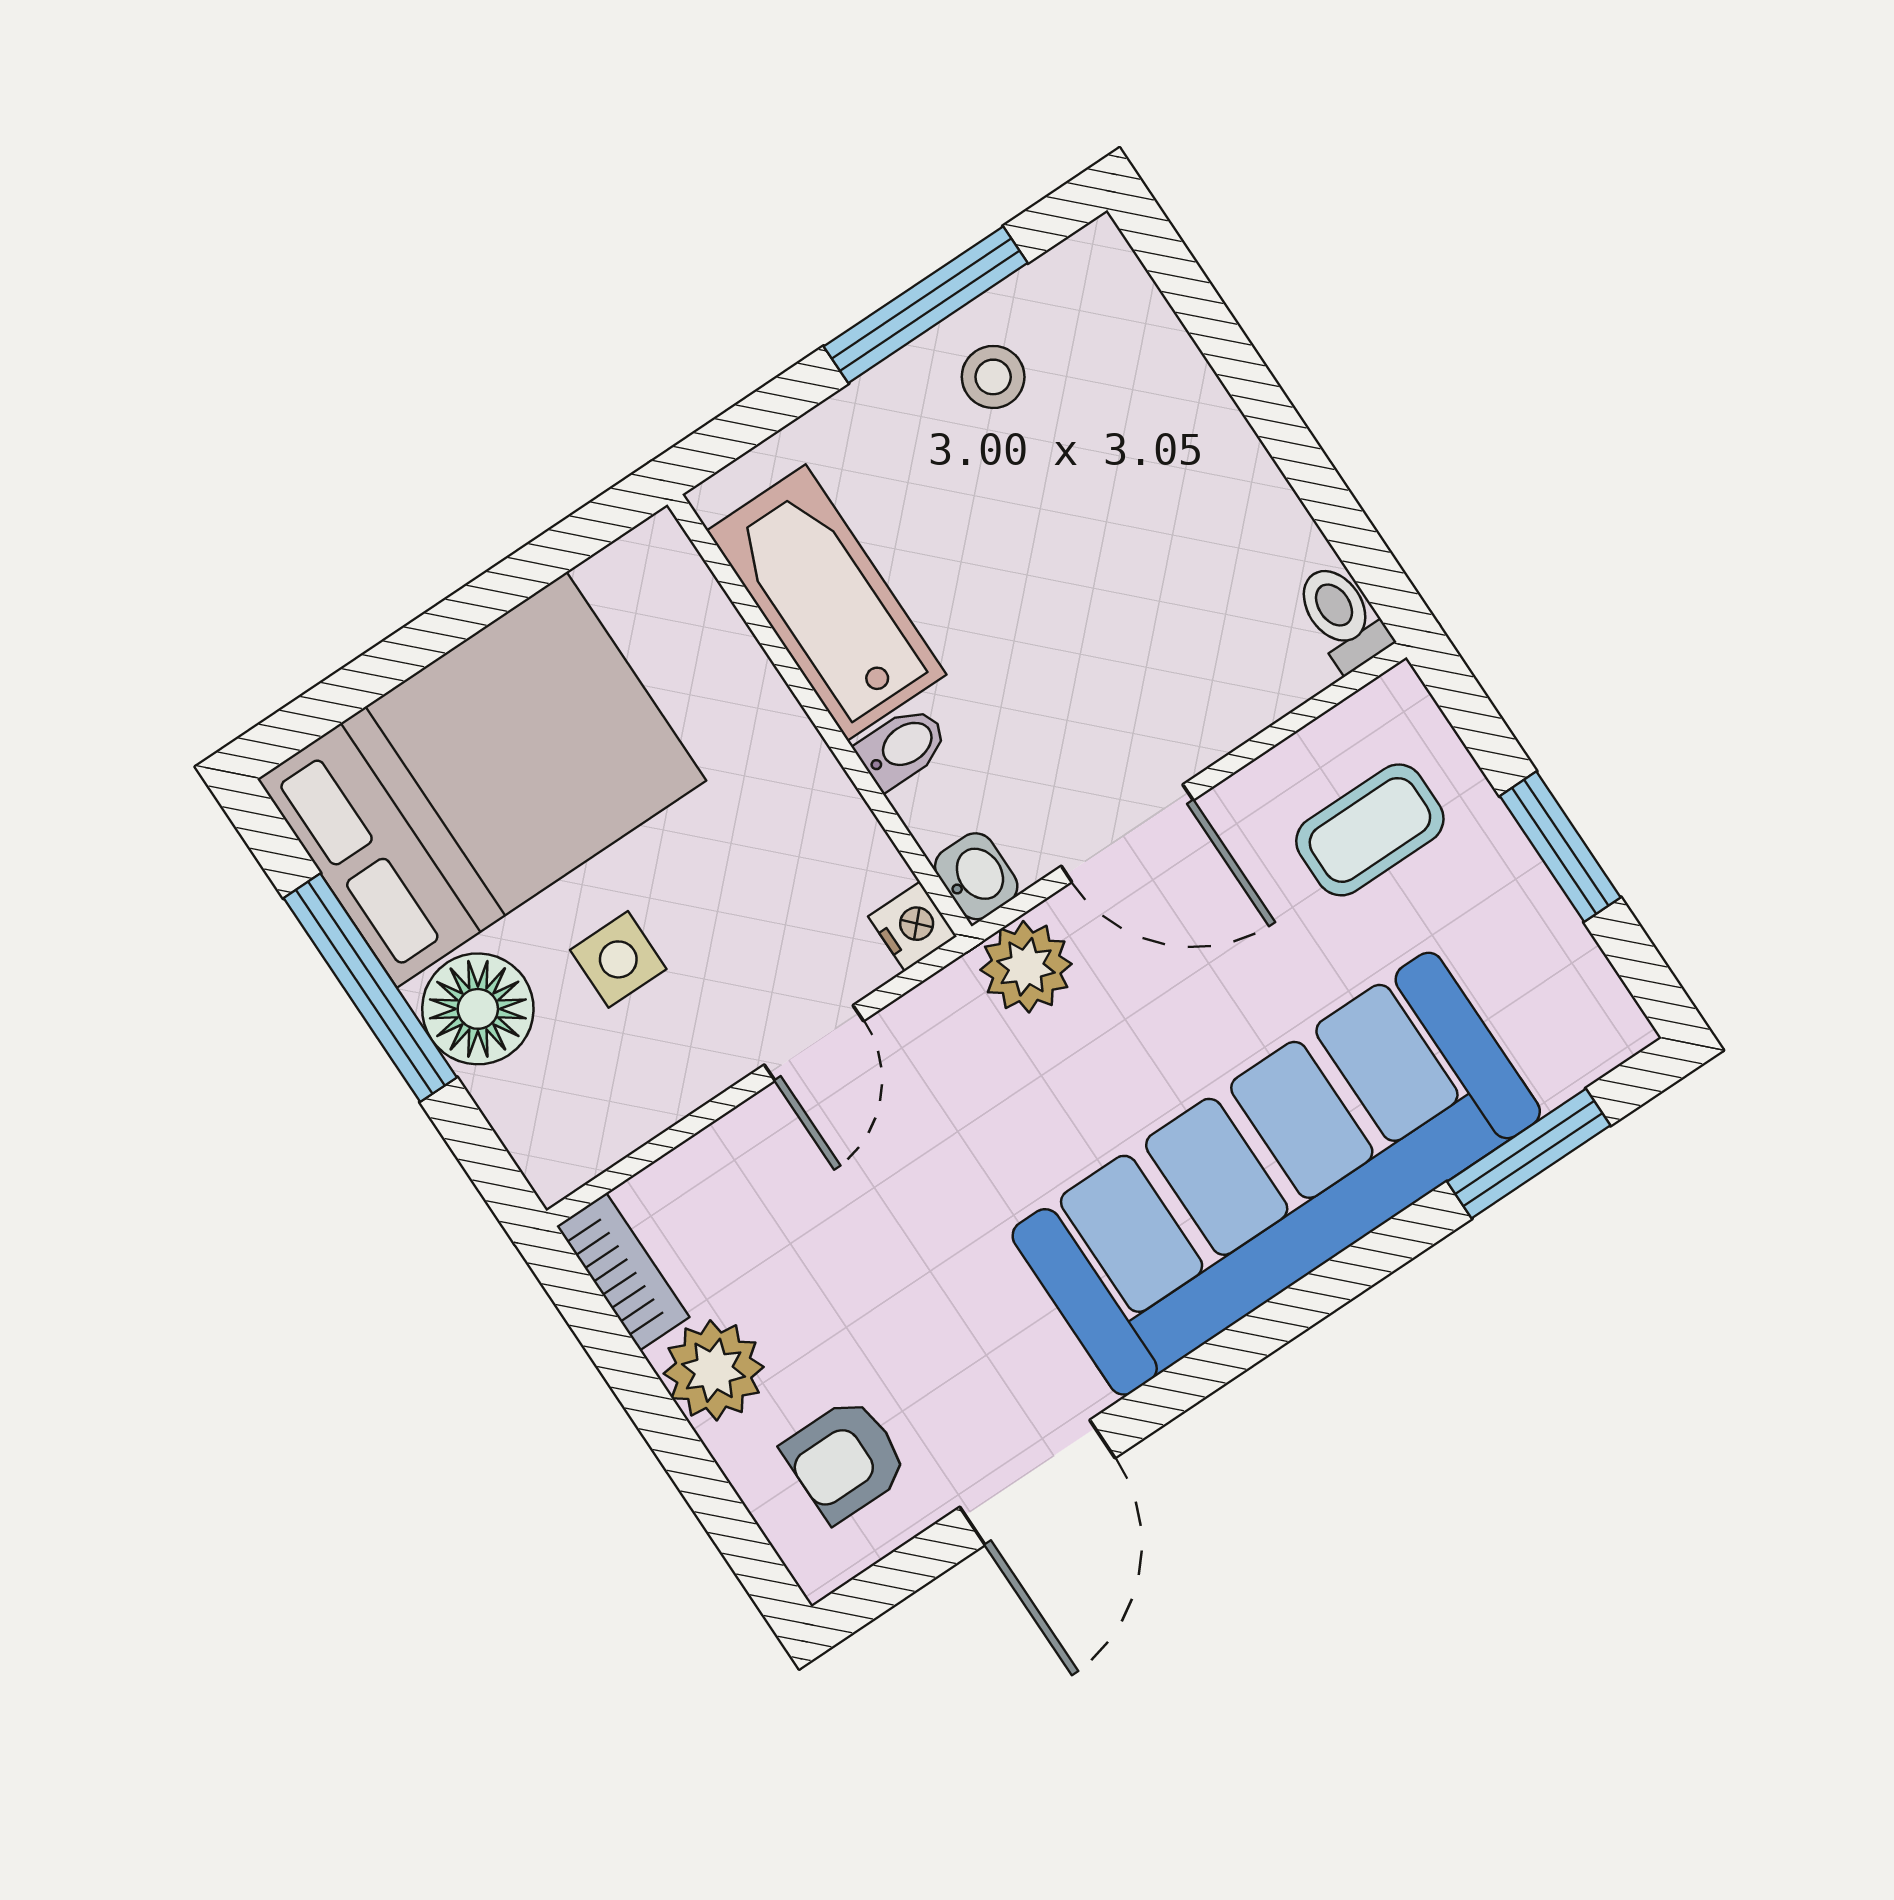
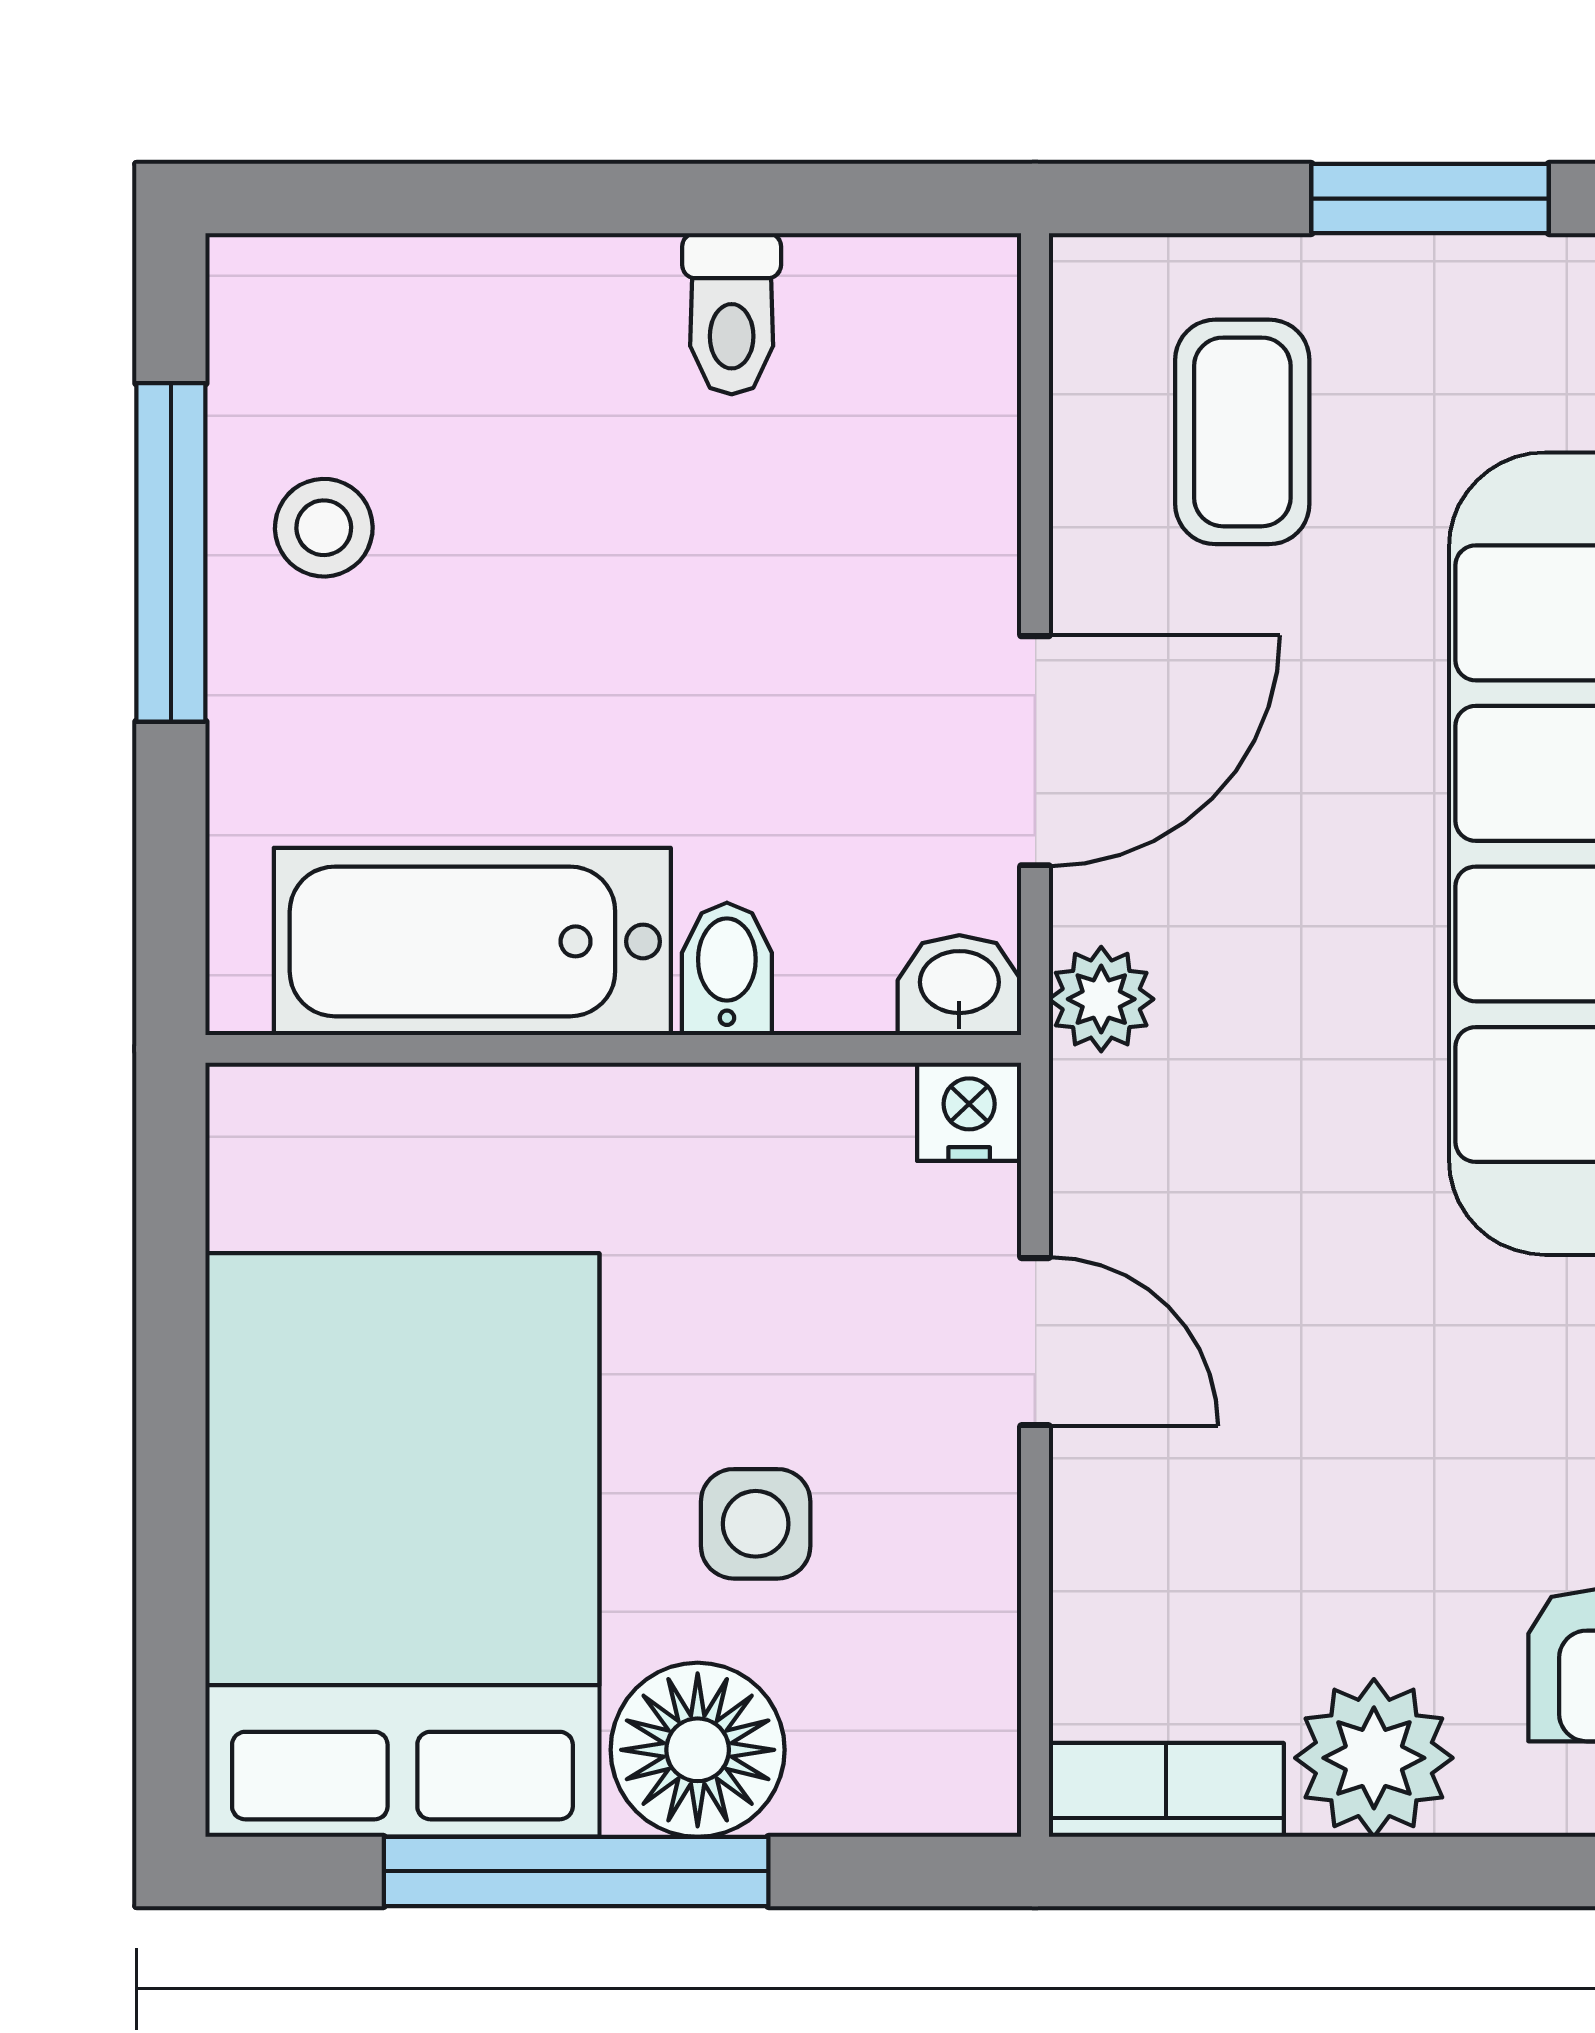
toilet: (1342, 617) -> (732, 314), moved, turned -90
plant: (1026, 967) -> (1101, 999), width x0.73, depth x0.73

